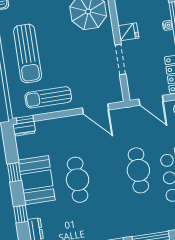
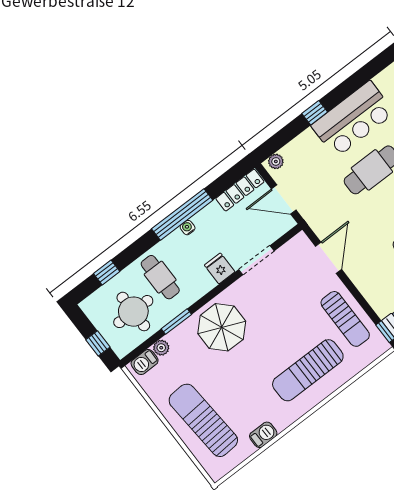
sun lounger: (28, 53) -> (308, 370), turned 180
door: (151, 100) -> (284, 199), swing flipped

